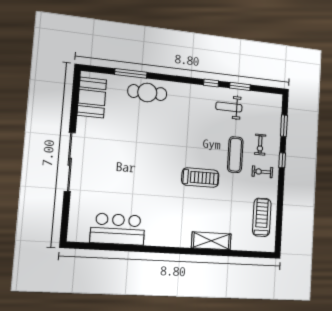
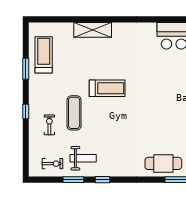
window: (284, 126) -> (26, 69), moved
exercise bike: (262, 172) -> (52, 164), moved
treadmill: (200, 178) -> (107, 88), turned 180
treadmill: (262, 217) -> (44, 55), turned 180

